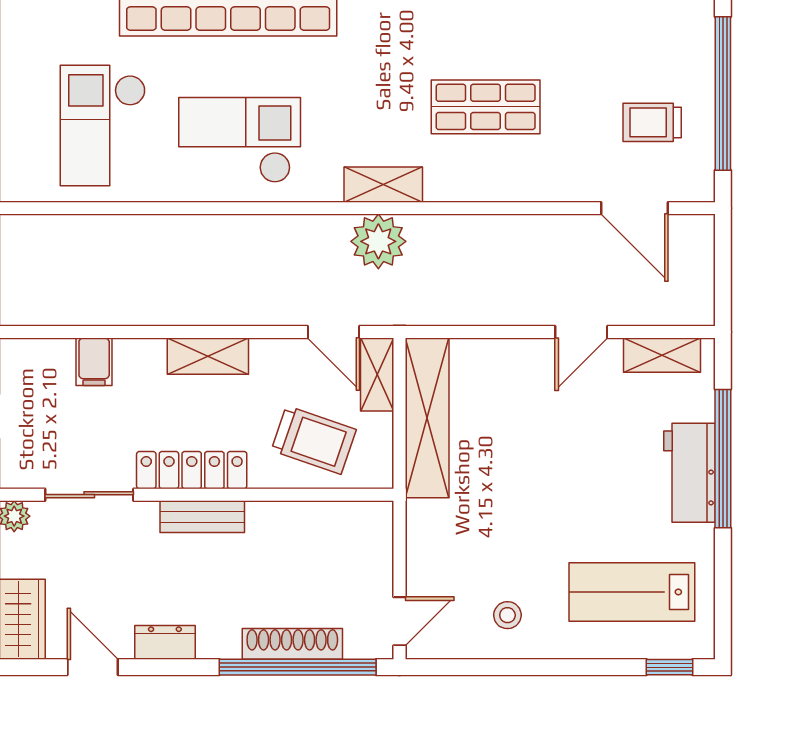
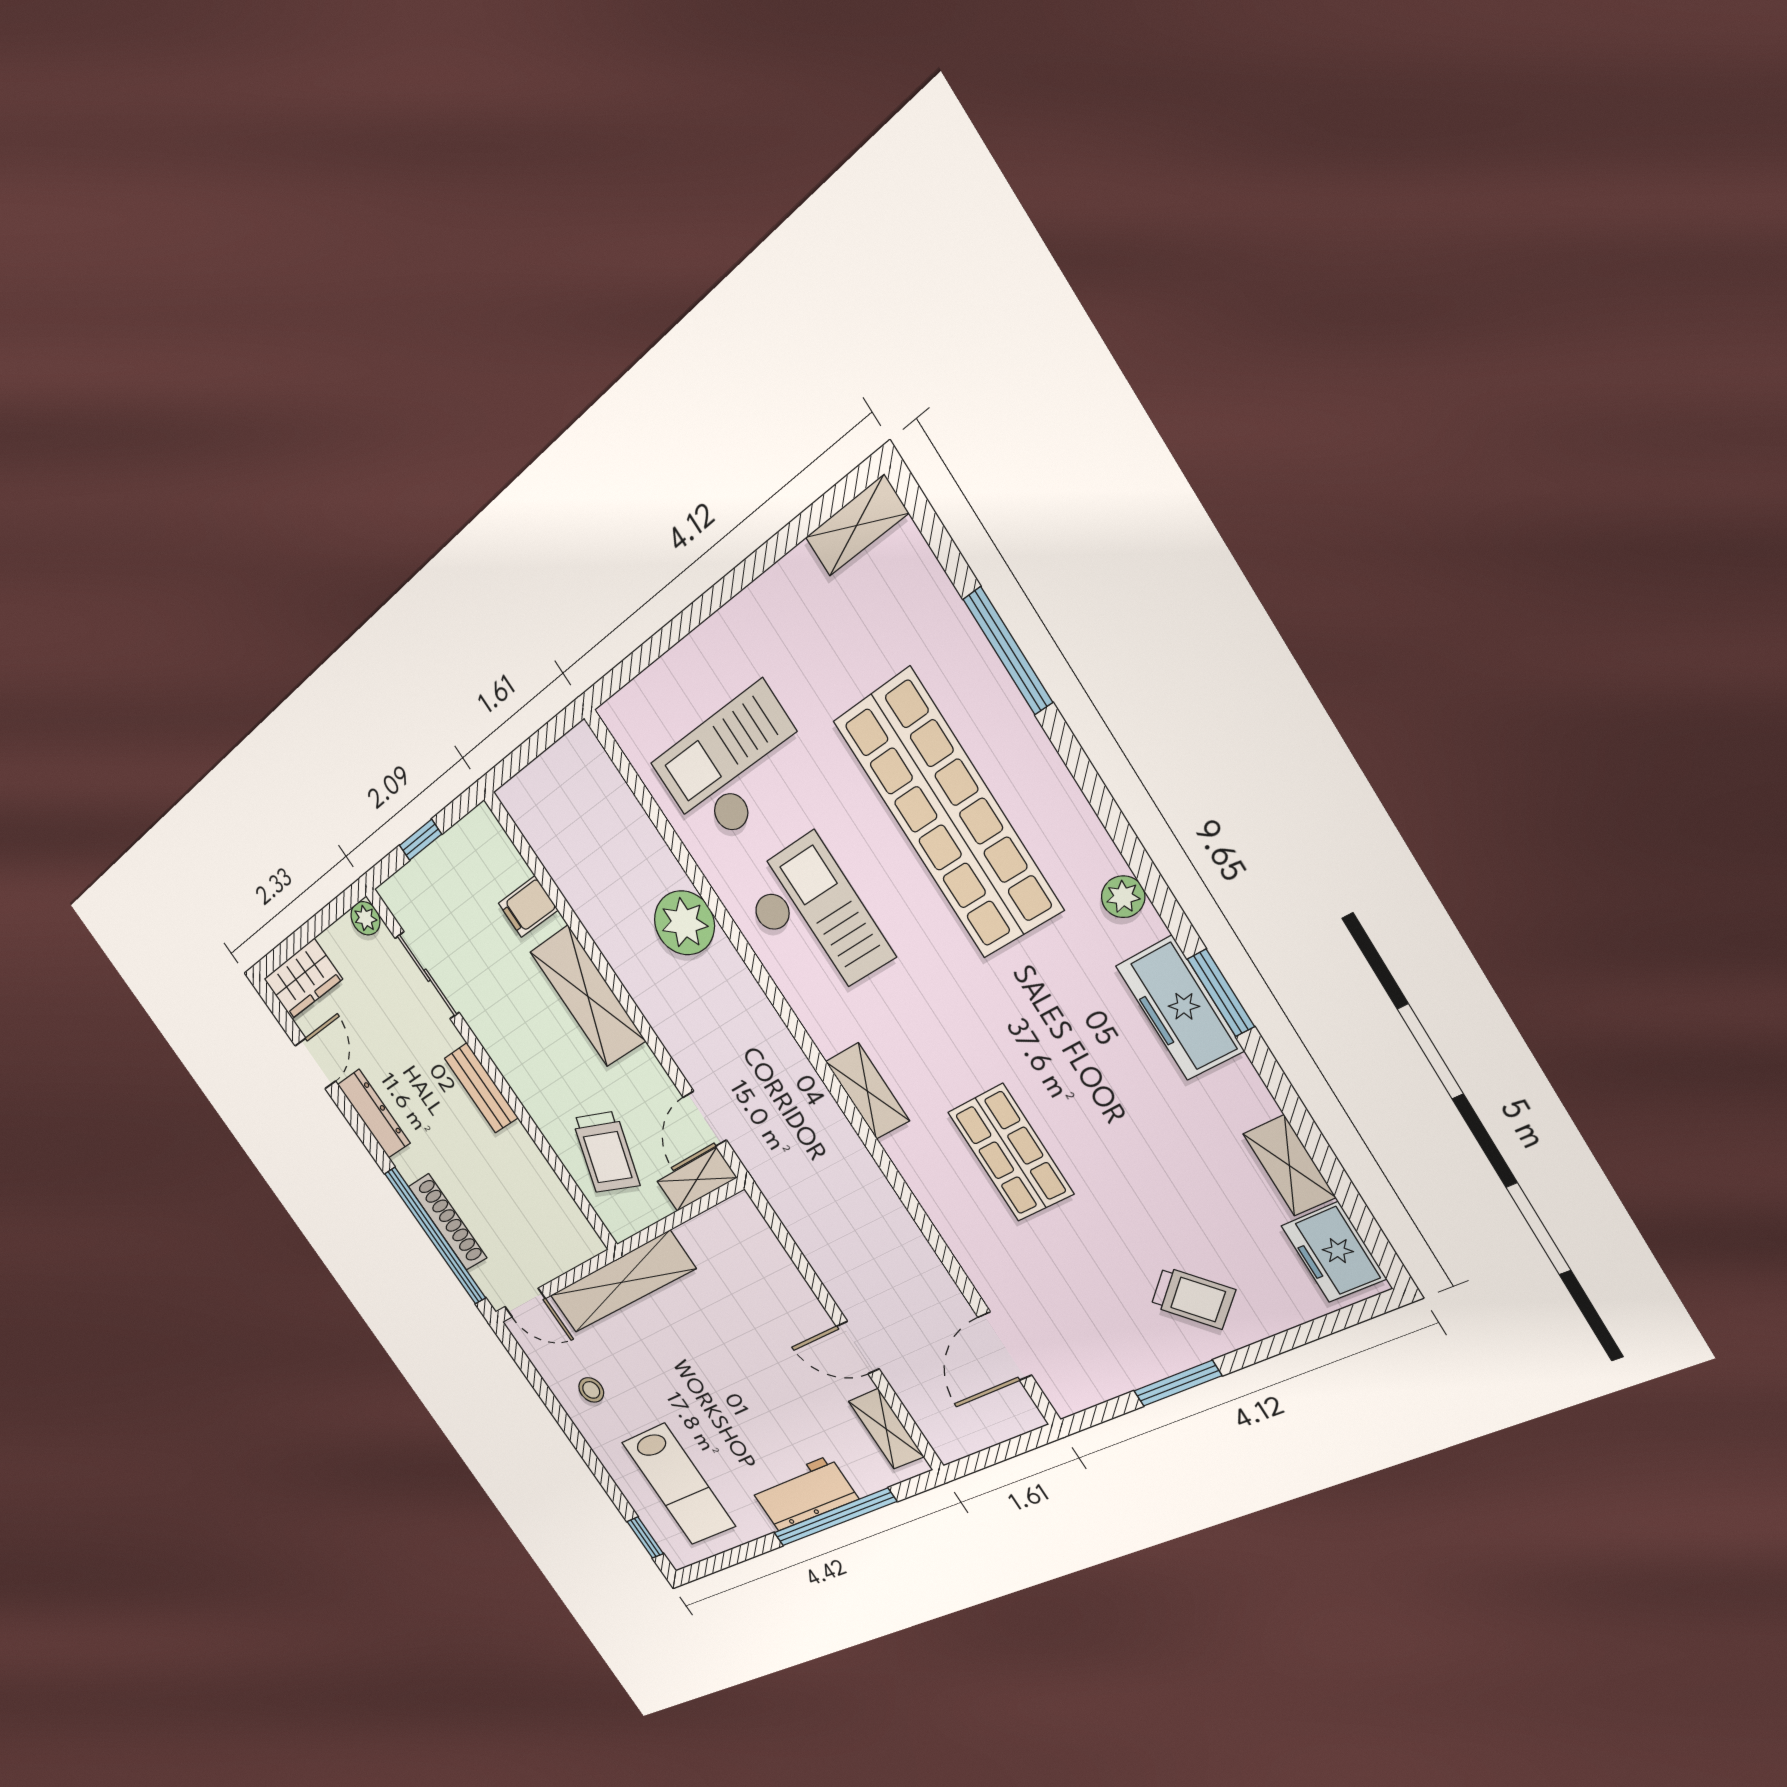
window: (723, 94) -> (1178, 1383), width x0.47
trolley: (652, 122) -> (1193, 1298), moved, turned 136
plant: (378, 241) -> (684, 923), moved
shelving: (208, 356) -> (588, 996), width x1.50, depth x1.33
shelving: (427, 418) -> (622, 1282), moved
locker: (192, 470) -> (508, 1056), removed
lab bench: (632, 592) -> (679, 1484), turned 180
dresser: (165, 642) -> (374, 1114), width x1.44

